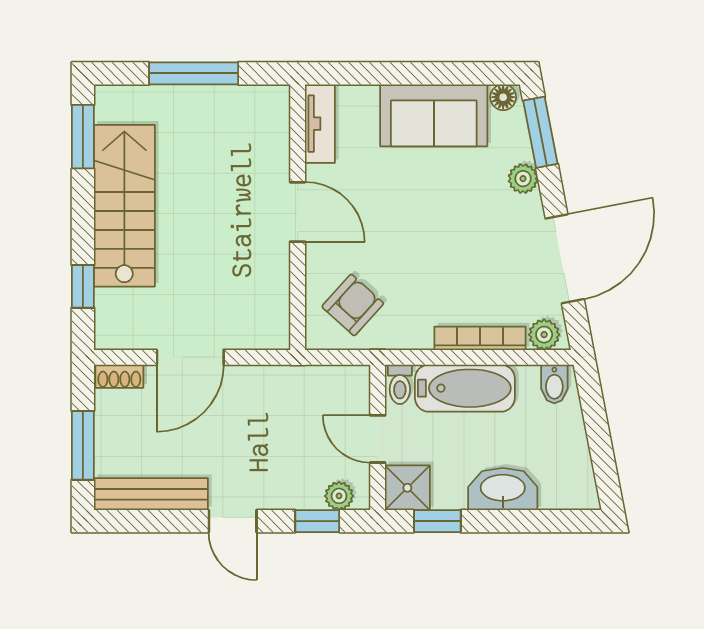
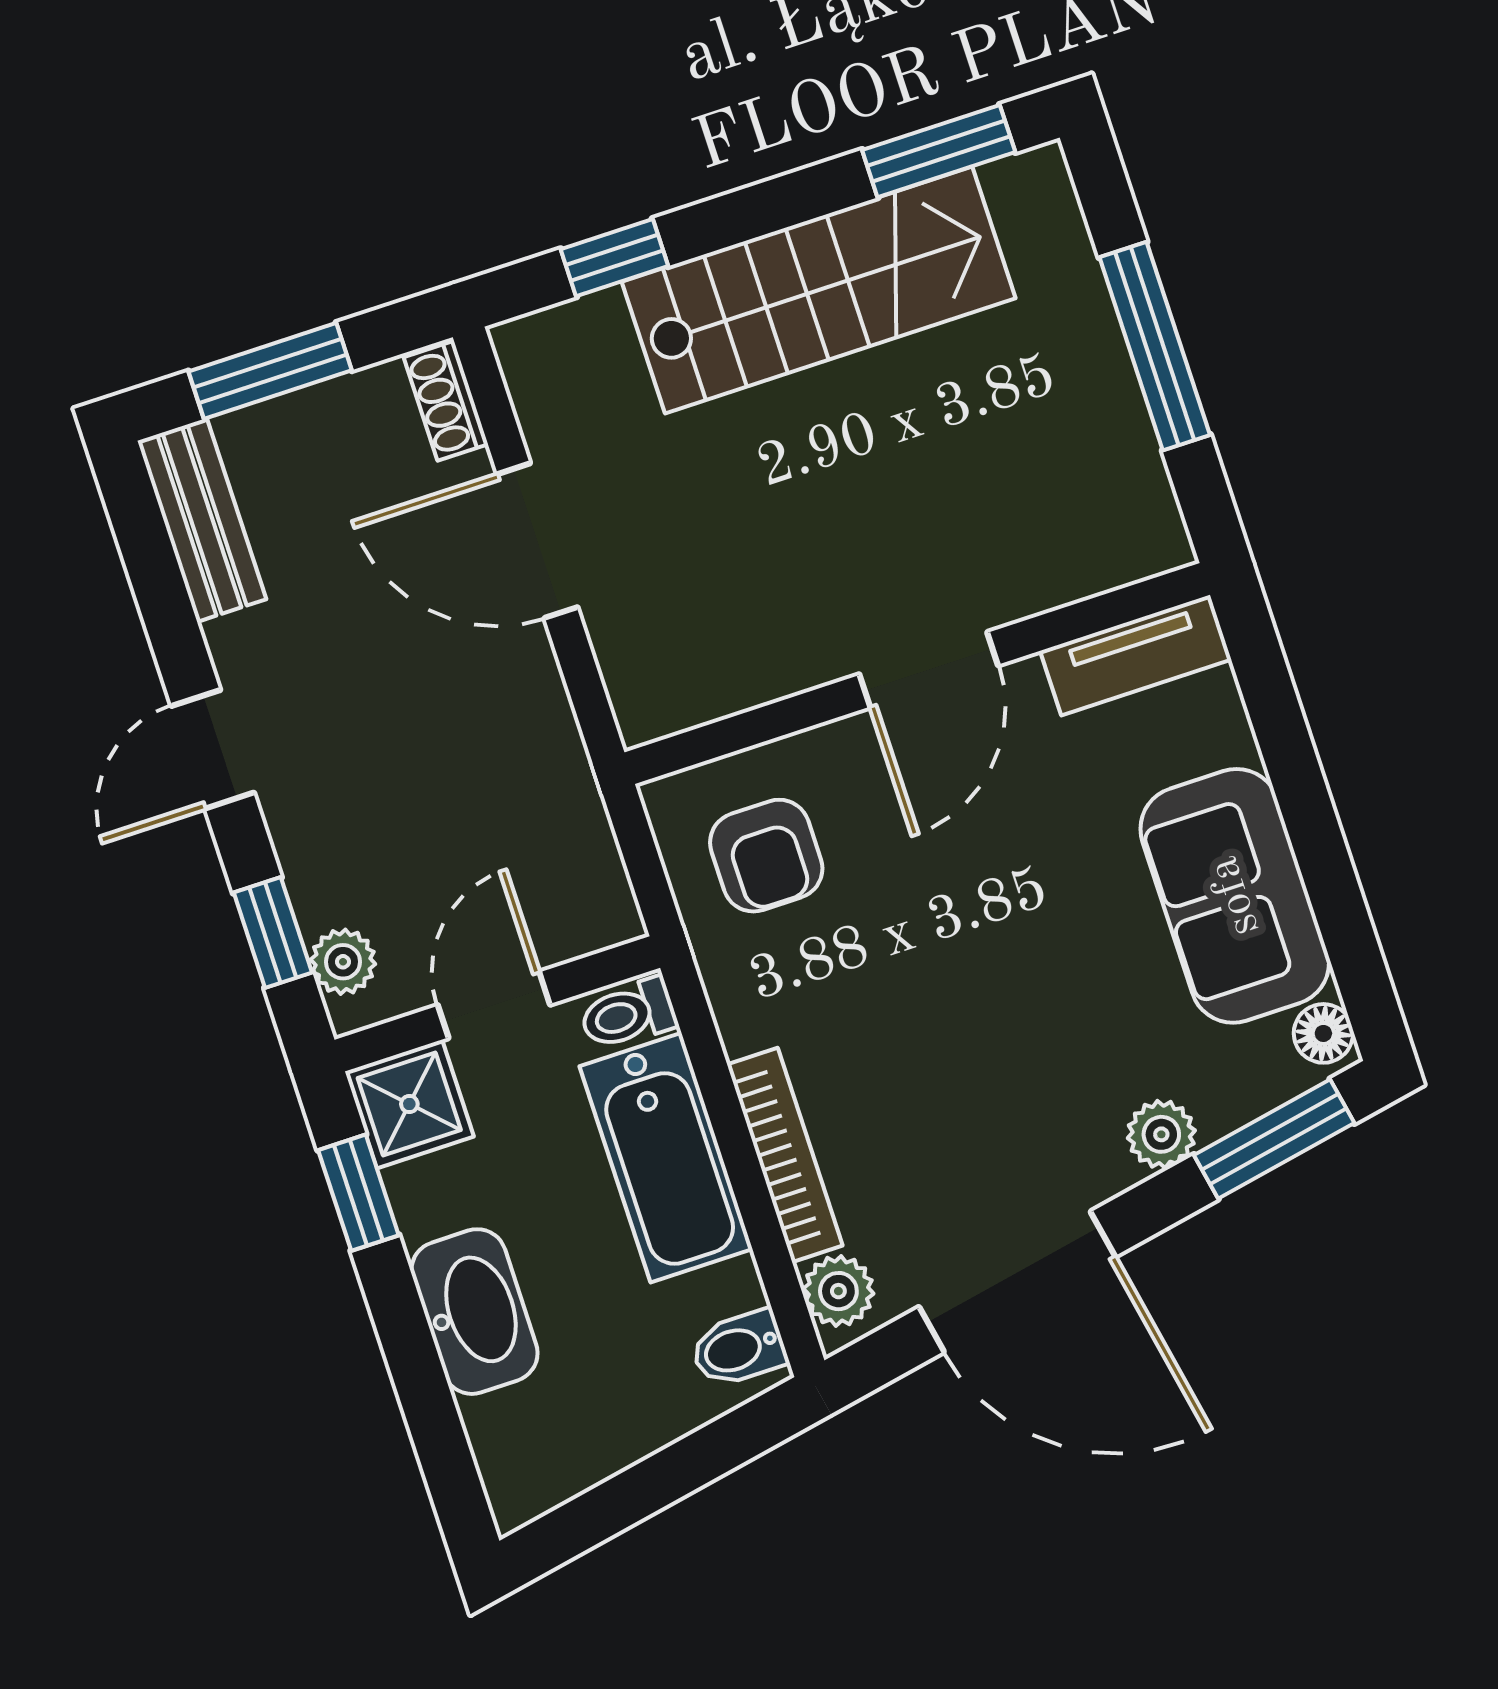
armchair: (353, 305) -> (766, 856), turned 48
bench: (151, 494) -> (202, 520), width x0.73

